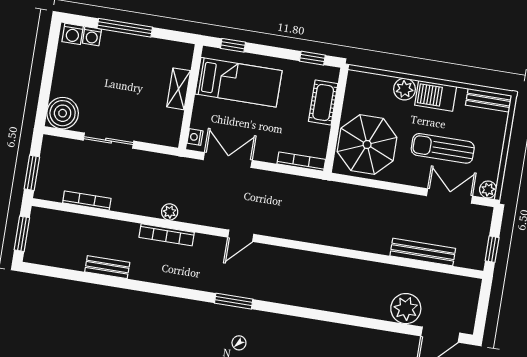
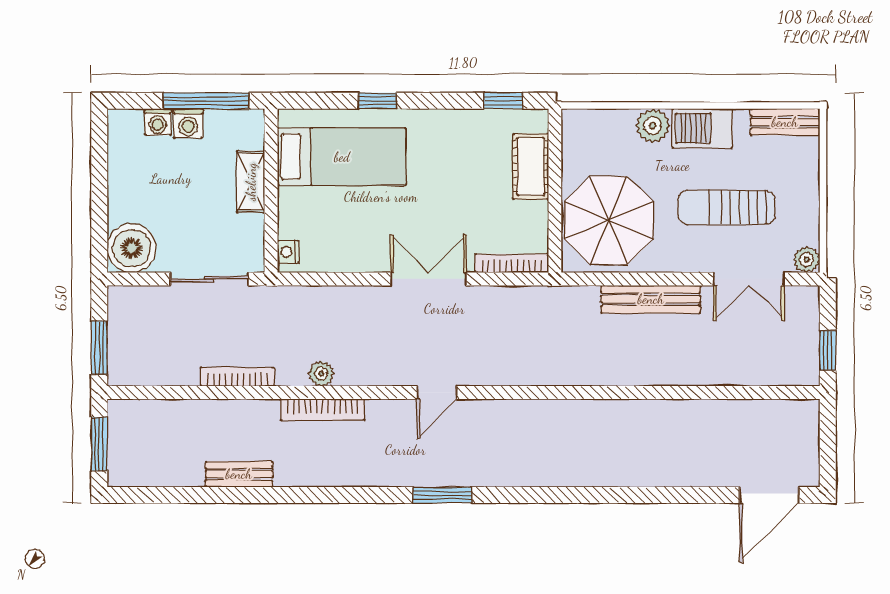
washing machine: (73, 34) -> (188, 123), moved
bed: (238, 82) -> (342, 157), moved
shelving: (179, 89) -> (251, 182), moved
wall: (190, 97) -> (271, 191), moved
nightstand: (195, 137) -> (288, 252), moved
double door: (228, 160) -> (428, 279), moved
double door: (449, 196) -> (749, 279), swing flipped
bookcase: (87, 201) -> (238, 377), moved
bench: (423, 252) -> (651, 299), moved
plant: (406, 309) -> (710, 464), removed

